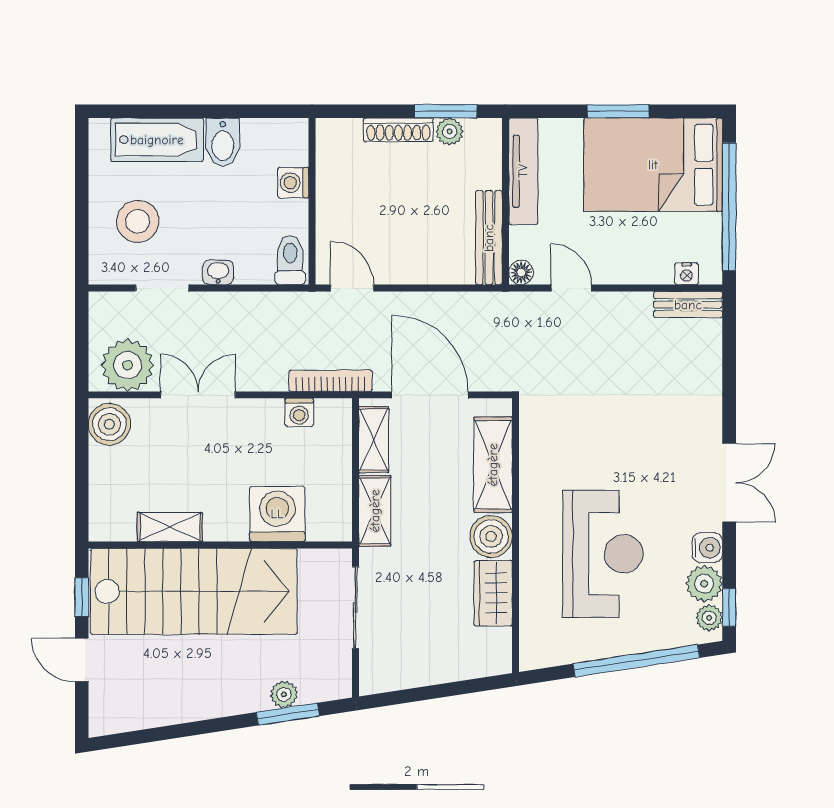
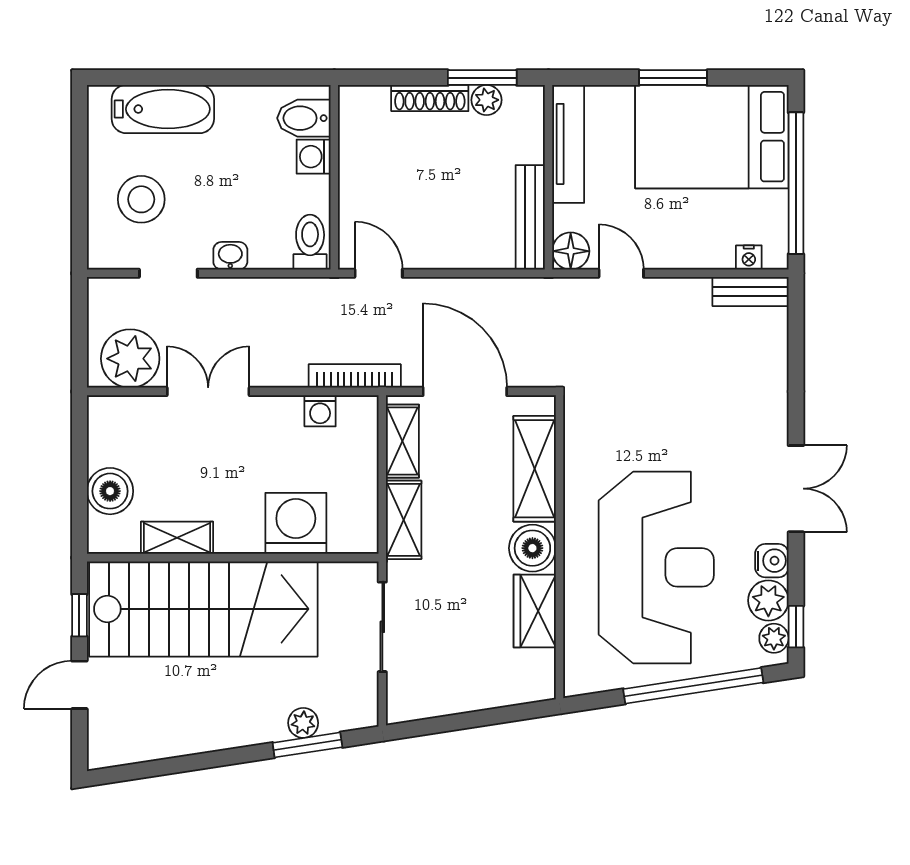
bidet: (223, 142) -> (304, 118), moved, turned 90
floor lamp: (521, 273) -> (571, 251), width x1.37, depth x1.37
boiler: (109, 424) -> (110, 491), moved
reception desk: (603, 554) -> (656, 567), width x1.36, depth x1.30
door: (82, 660) -> (79, 685), hinge flipped

